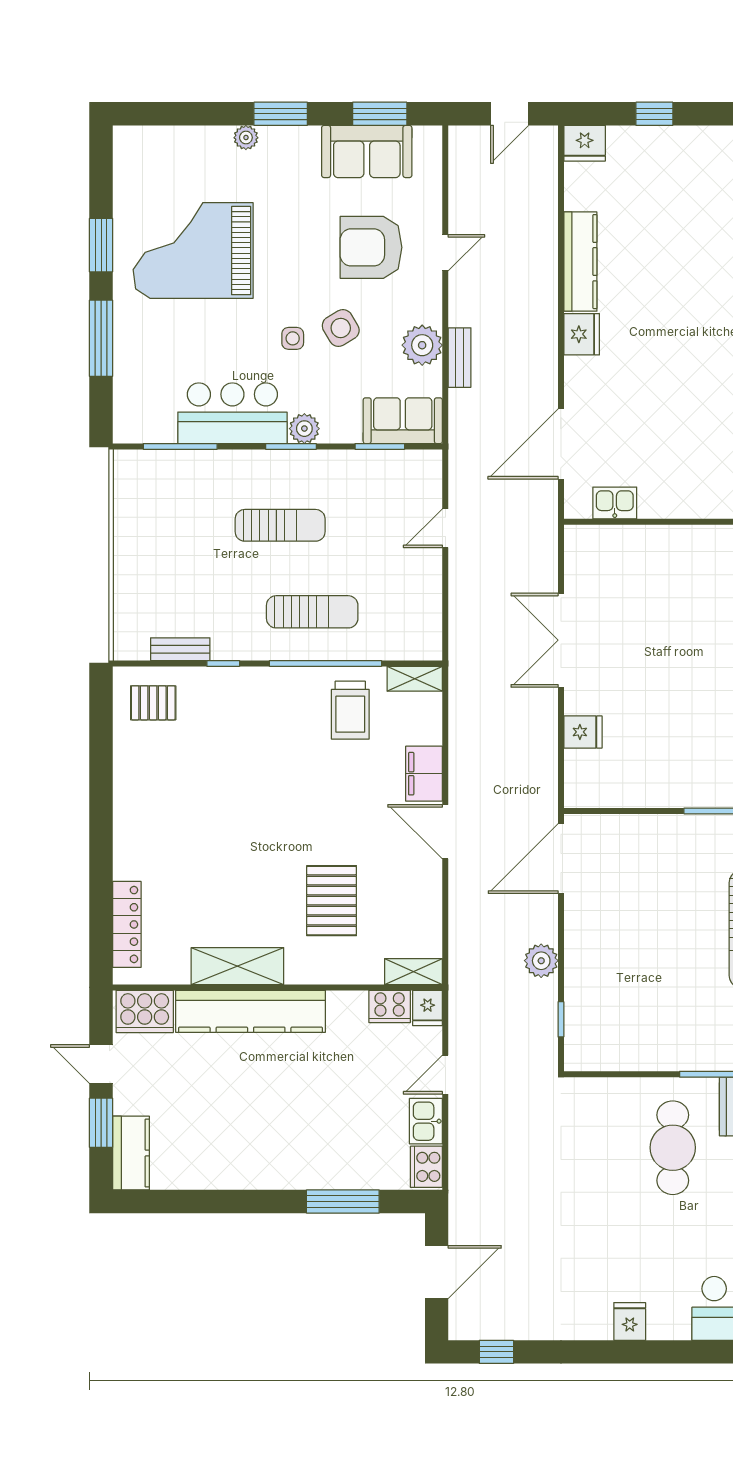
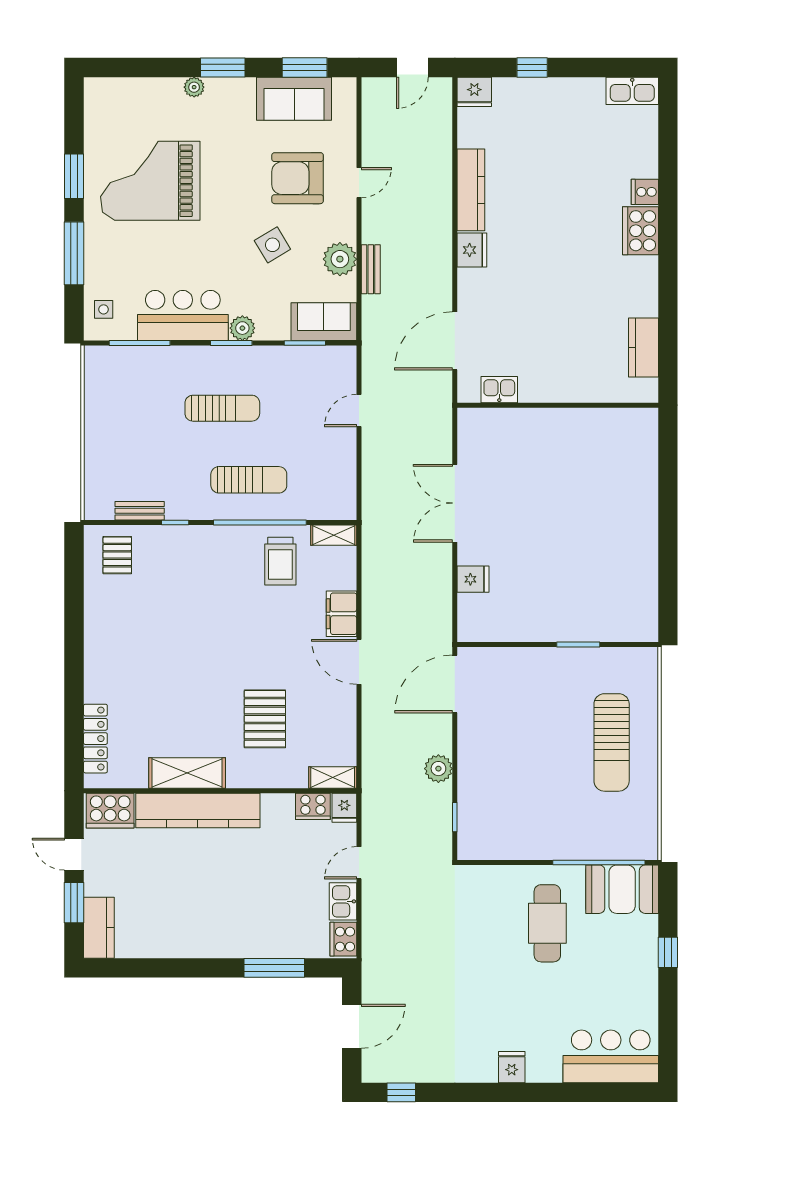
side table: (293, 338) -> (104, 309), moved
pallet: (153, 703) -> (117, 555), turned 90

